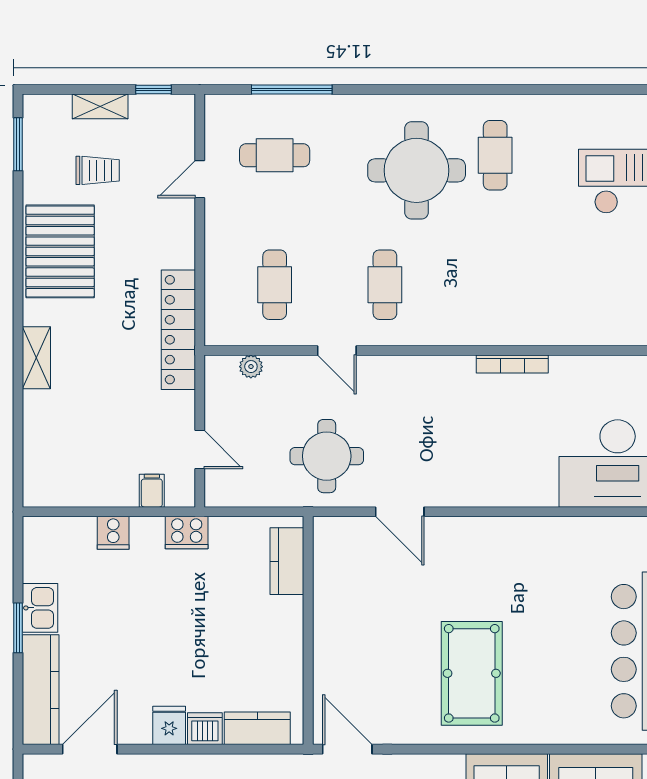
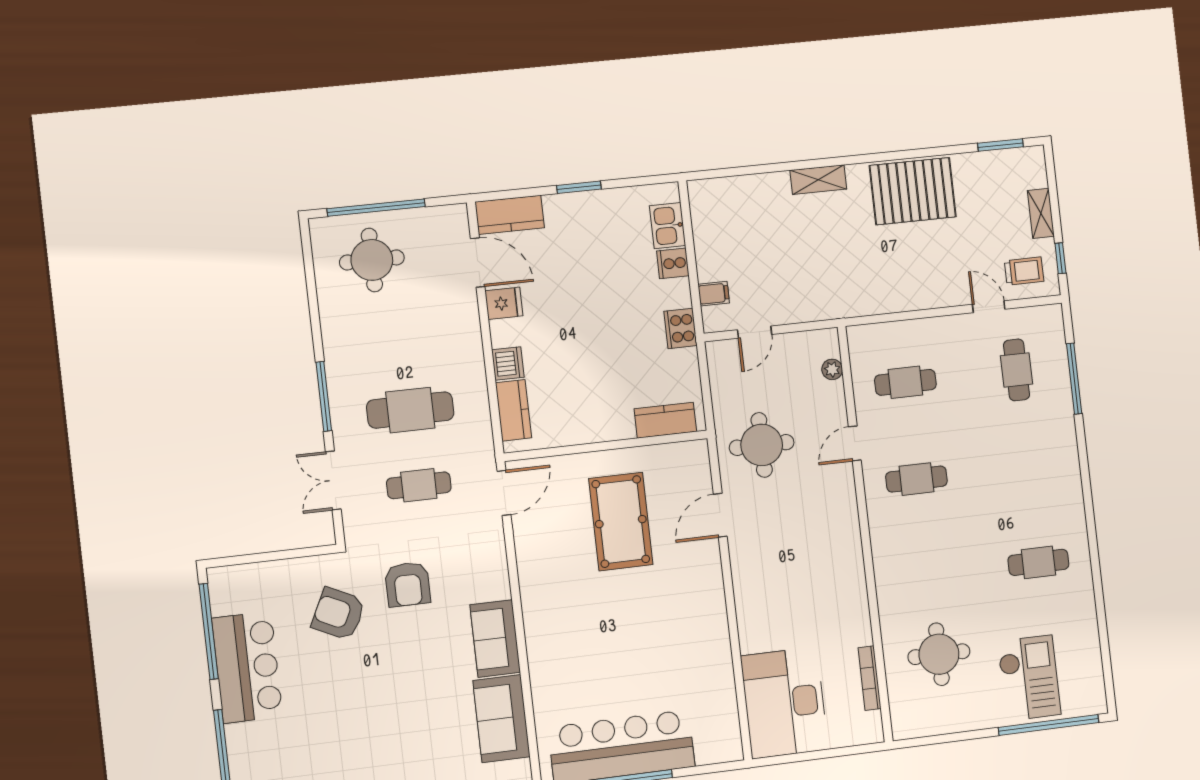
trolley: (98, 170) -> (1024, 271), moved, turned -90
round table: (417, 170) -> (939, 654), moved, width x0.73, depth x0.73
locker: (178, 330) -> (857, 302), removed
bookcase: (512, 364) -> (870, 678), moved
kitchen sink: (40, 608) -> (668, 226), moved, turned 90
pool table: (472, 673) -> (621, 522), moved, turned 90
kitchen counter: (41, 690) -> (510, 215), width x0.67
fridge: (169, 725) -> (504, 303), moved

